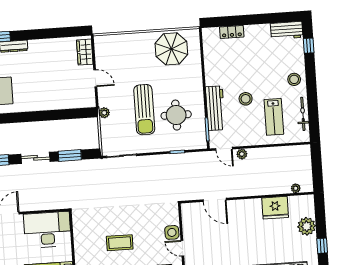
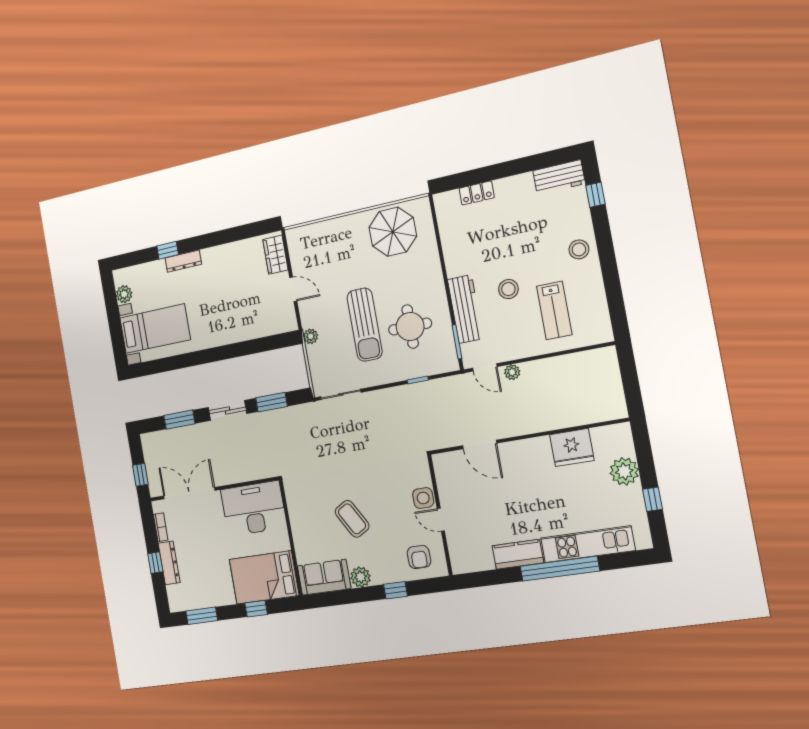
bicycle: (303, 114) -> (598, 300), removed
plant: (296, 188) -> (600, 415), removed
coffee table: (120, 243) -> (352, 519), turned 60

